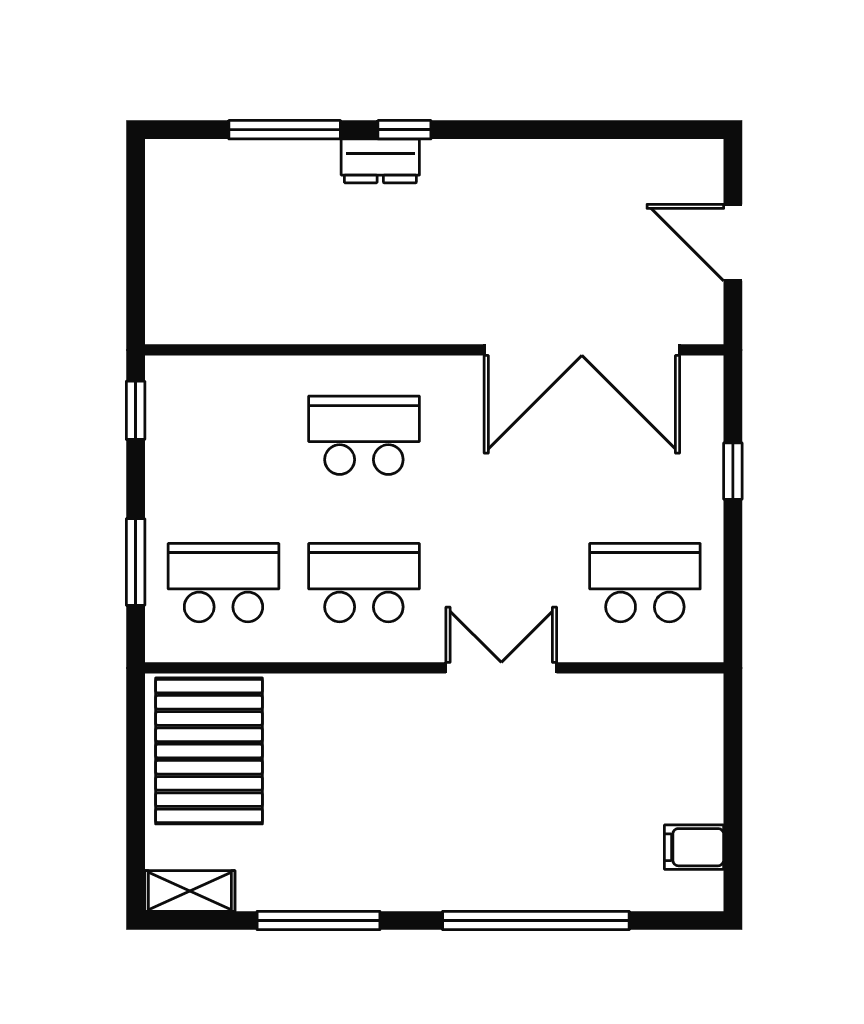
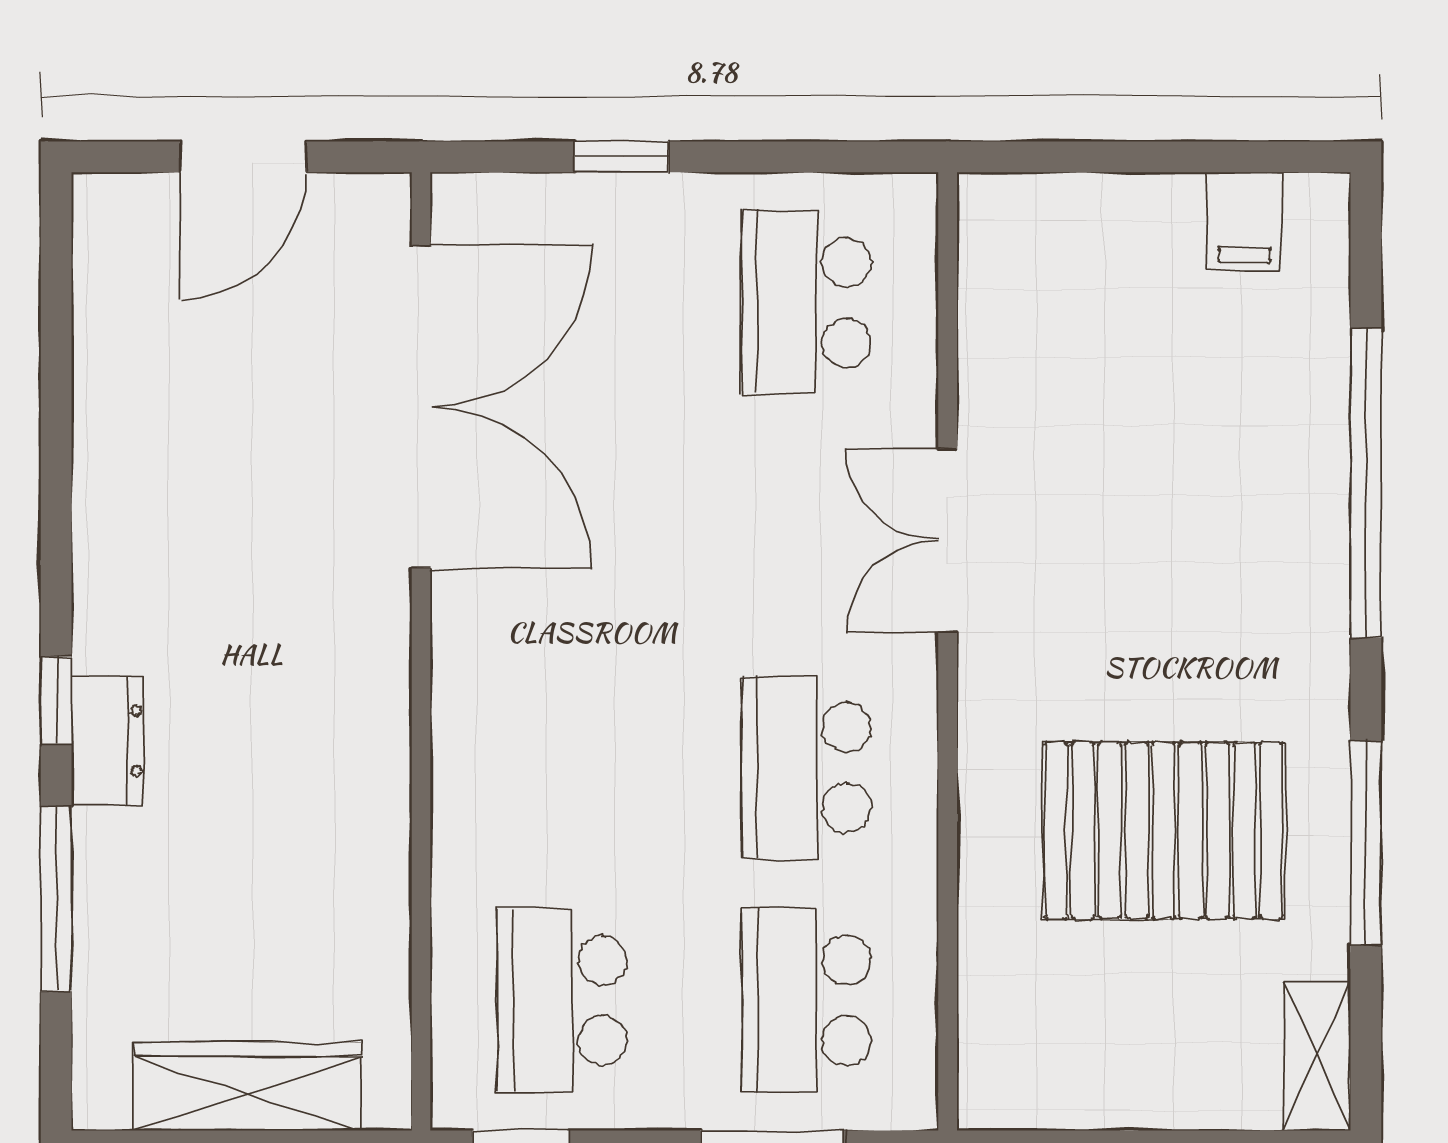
wardrobe: (171, 245) -> (248, 1087), added
school desk: (364, 435) -> (562, 1000), moved
pallet: (209, 751) -> (1164, 831), moved

